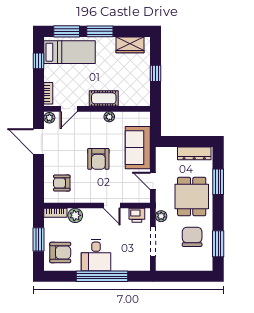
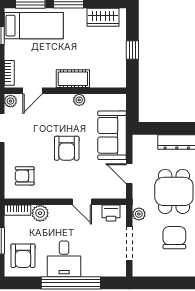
armchair: (60, 252) -> (23, 256), turned 90

